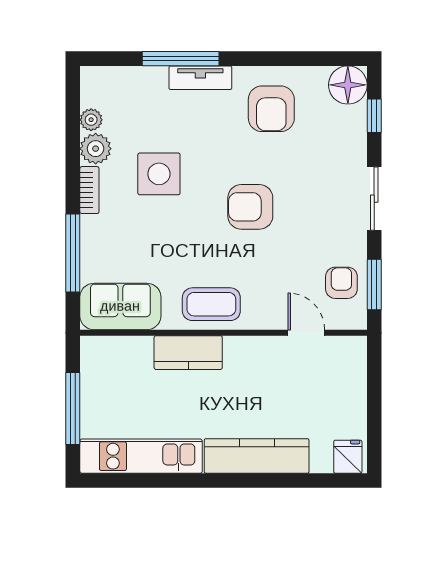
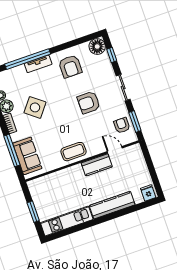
window: (181, 59) -> (28, 59), width x1.46
side table: (159, 174) -> (35, 107), turned 38
armchair: (250, 207) -> (89, 103), moved
sofa: (120, 306) -> (27, 156), moved, turned 90
kitchen counter: (188, 353) -> (97, 165), moved
window: (73, 408) -> (33, 212), width x0.69

